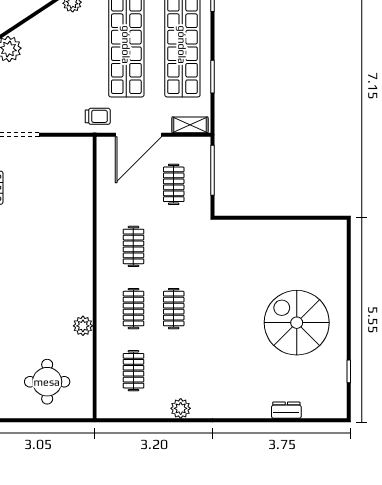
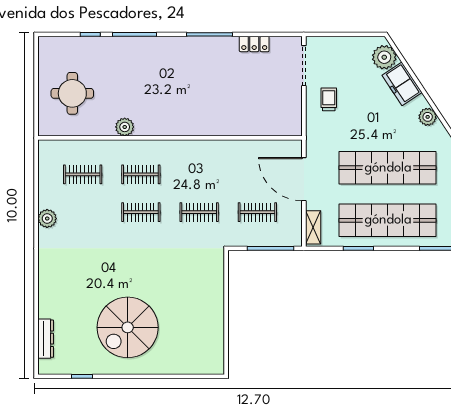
freezer: (37, 30) -> (402, 84), added
trolley: (98, 116) -> (329, 99), moved, turned 180
clothes rail: (133, 246) -> (199, 212), moved
spiral stairs: (297, 323) -> (128, 327), turned 180
dresser: (286, 410) -> (46, 339), moved, width x1.44

